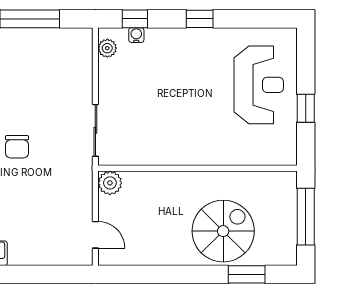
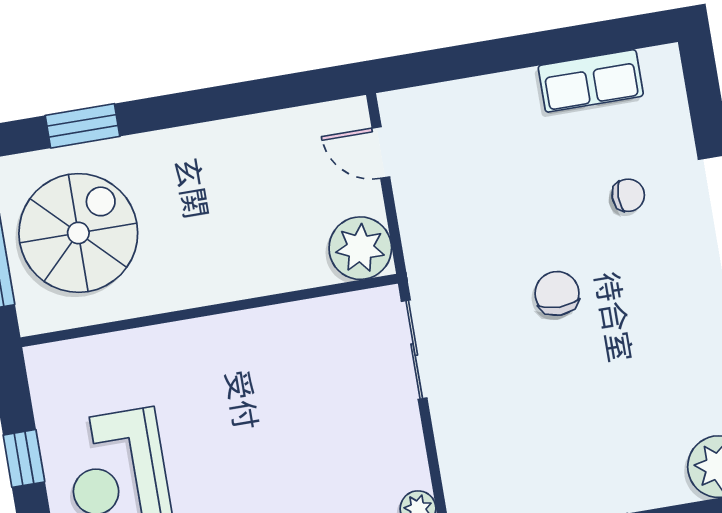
plant: (110, 183) -> (360, 248), width x1.36, depth x1.36
spiral stairs: (223, 231) -> (78, 233), moved, turned 180

